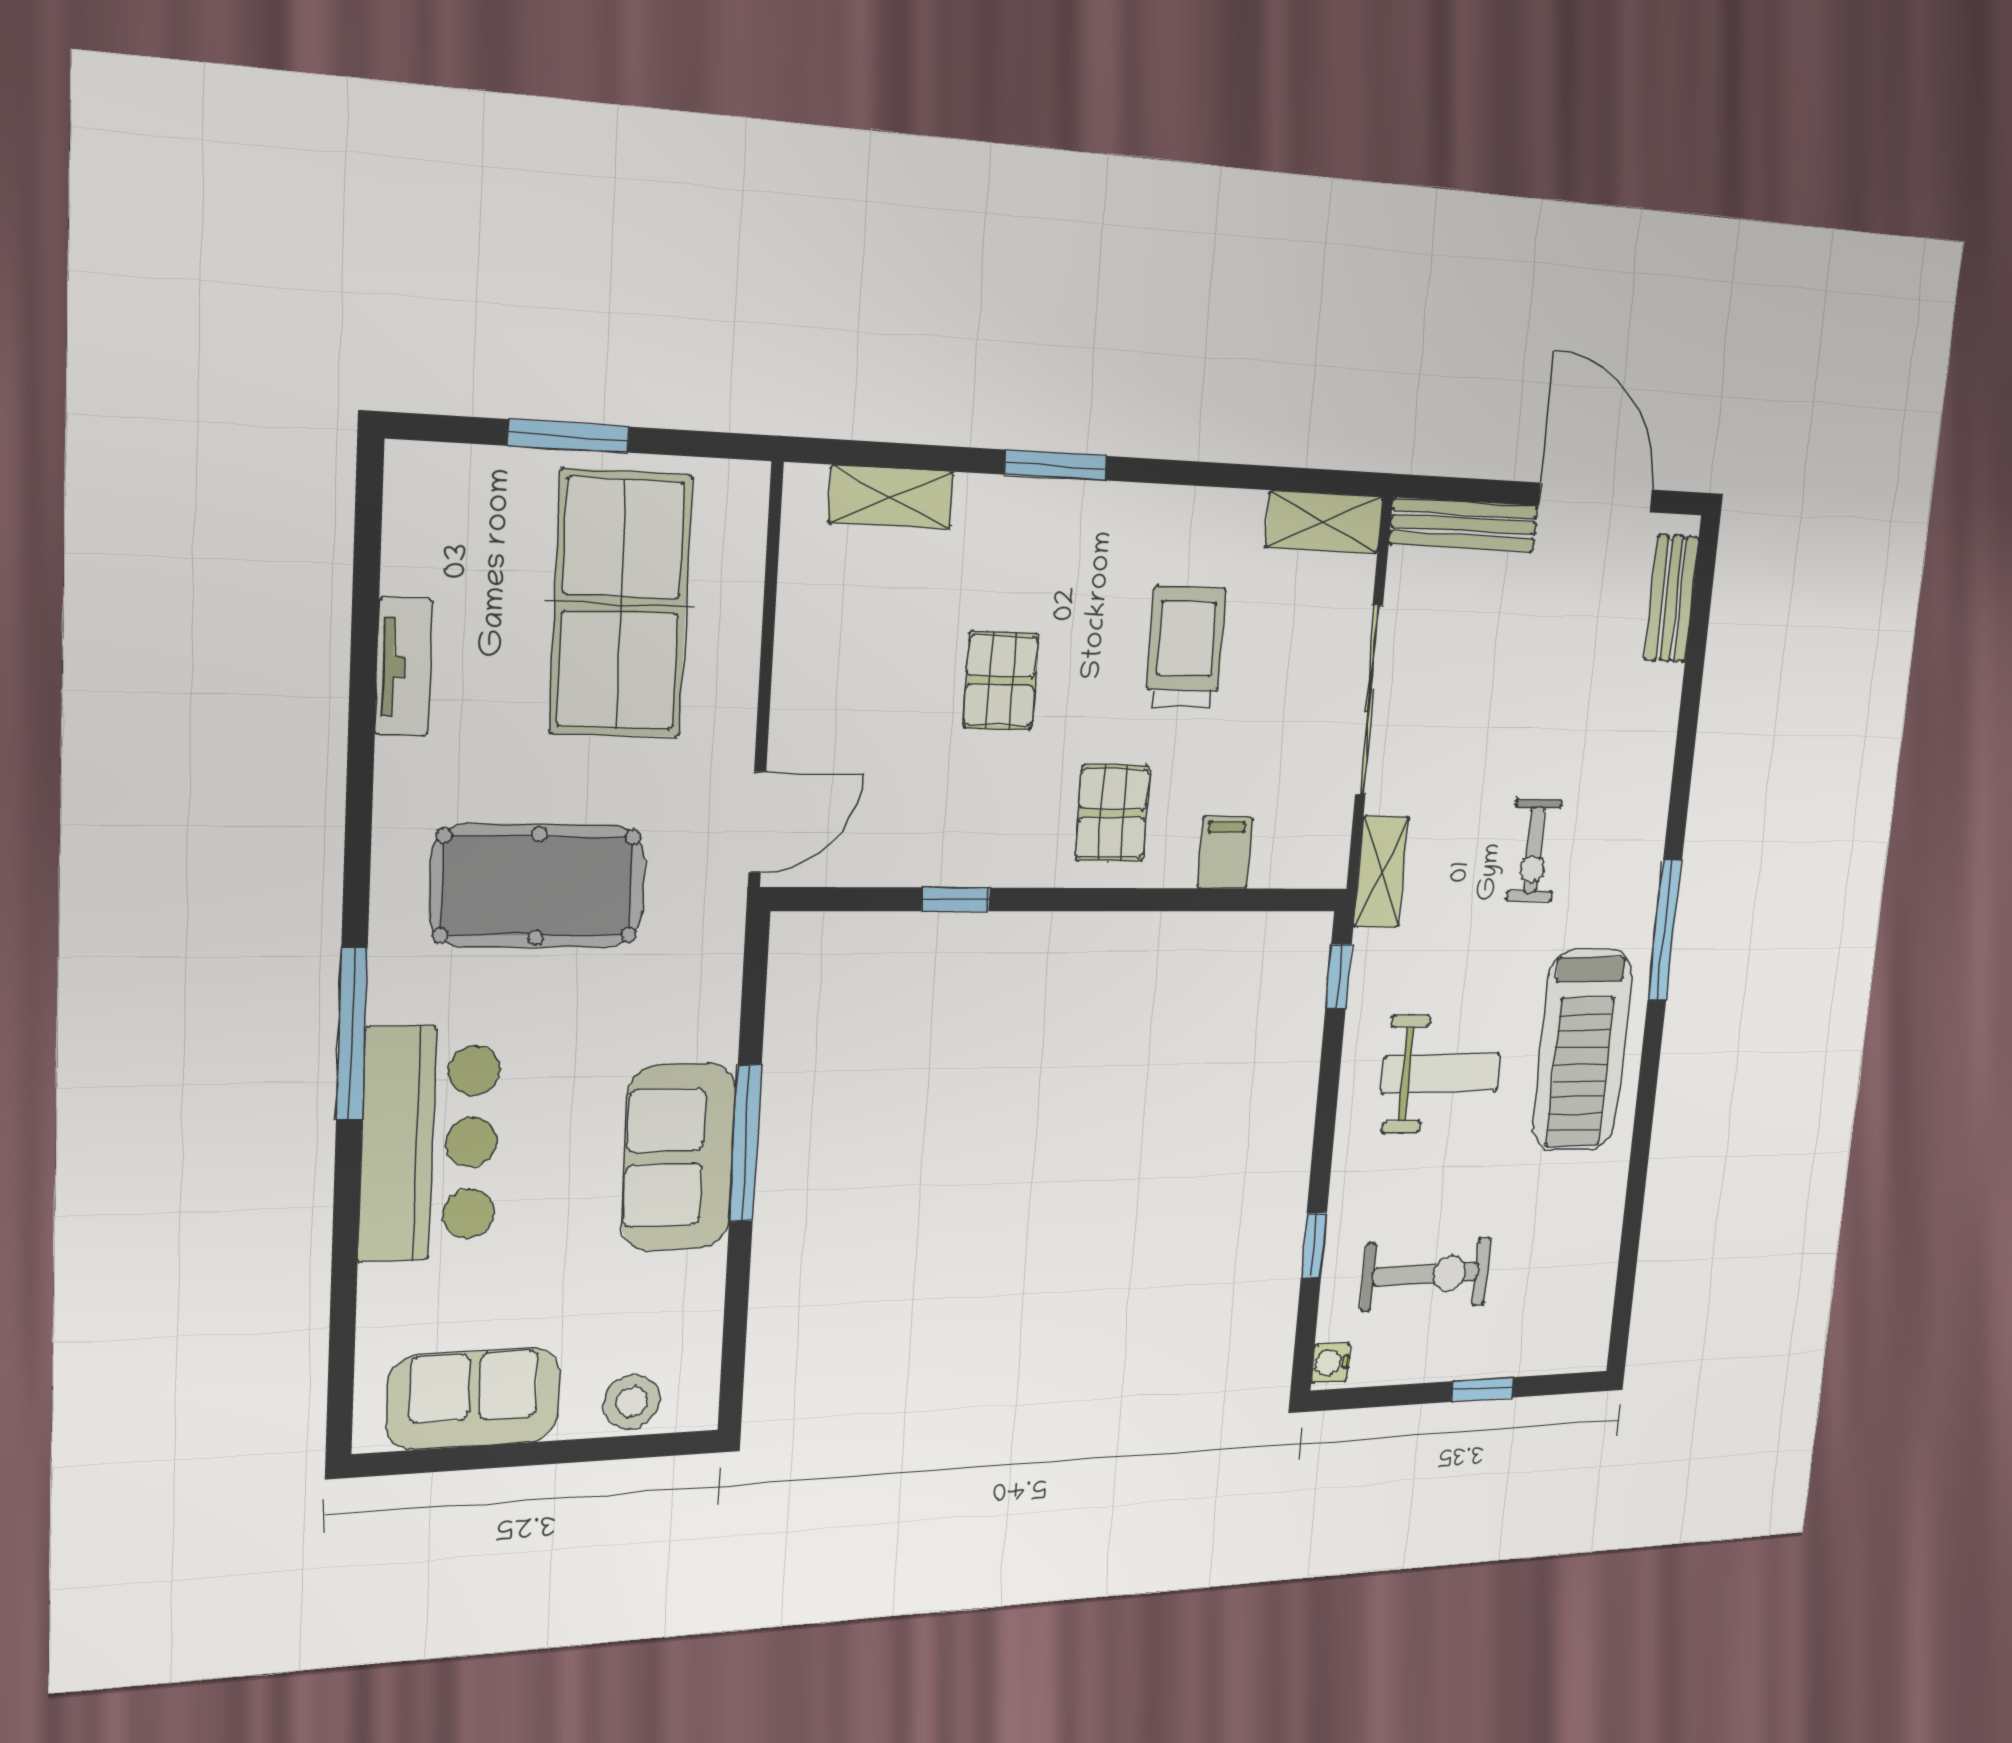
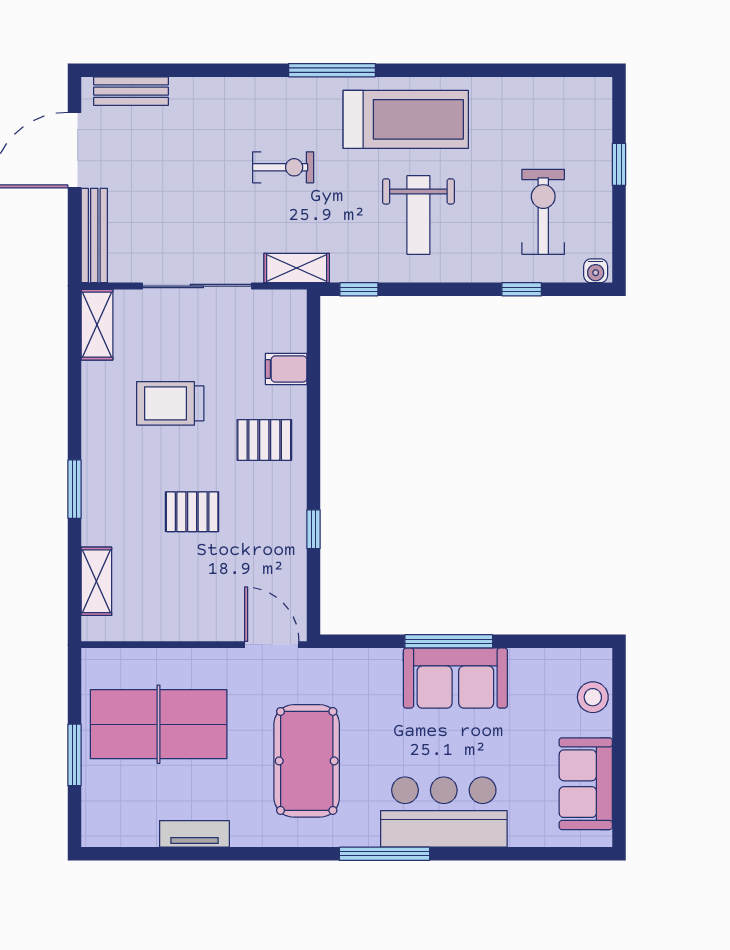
weight bench: (1441, 1073) -> (418, 215), turned 180

